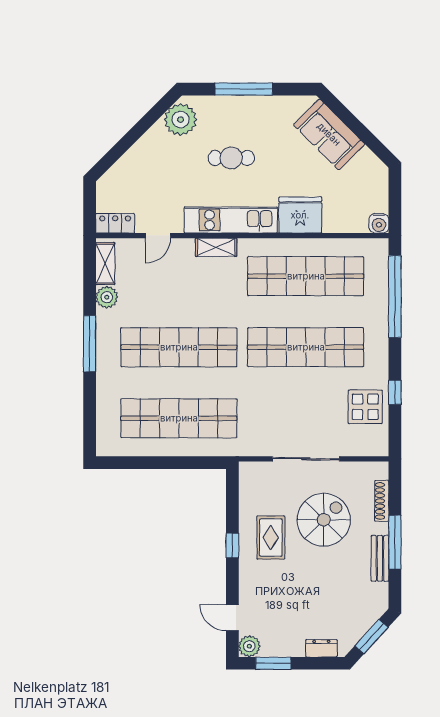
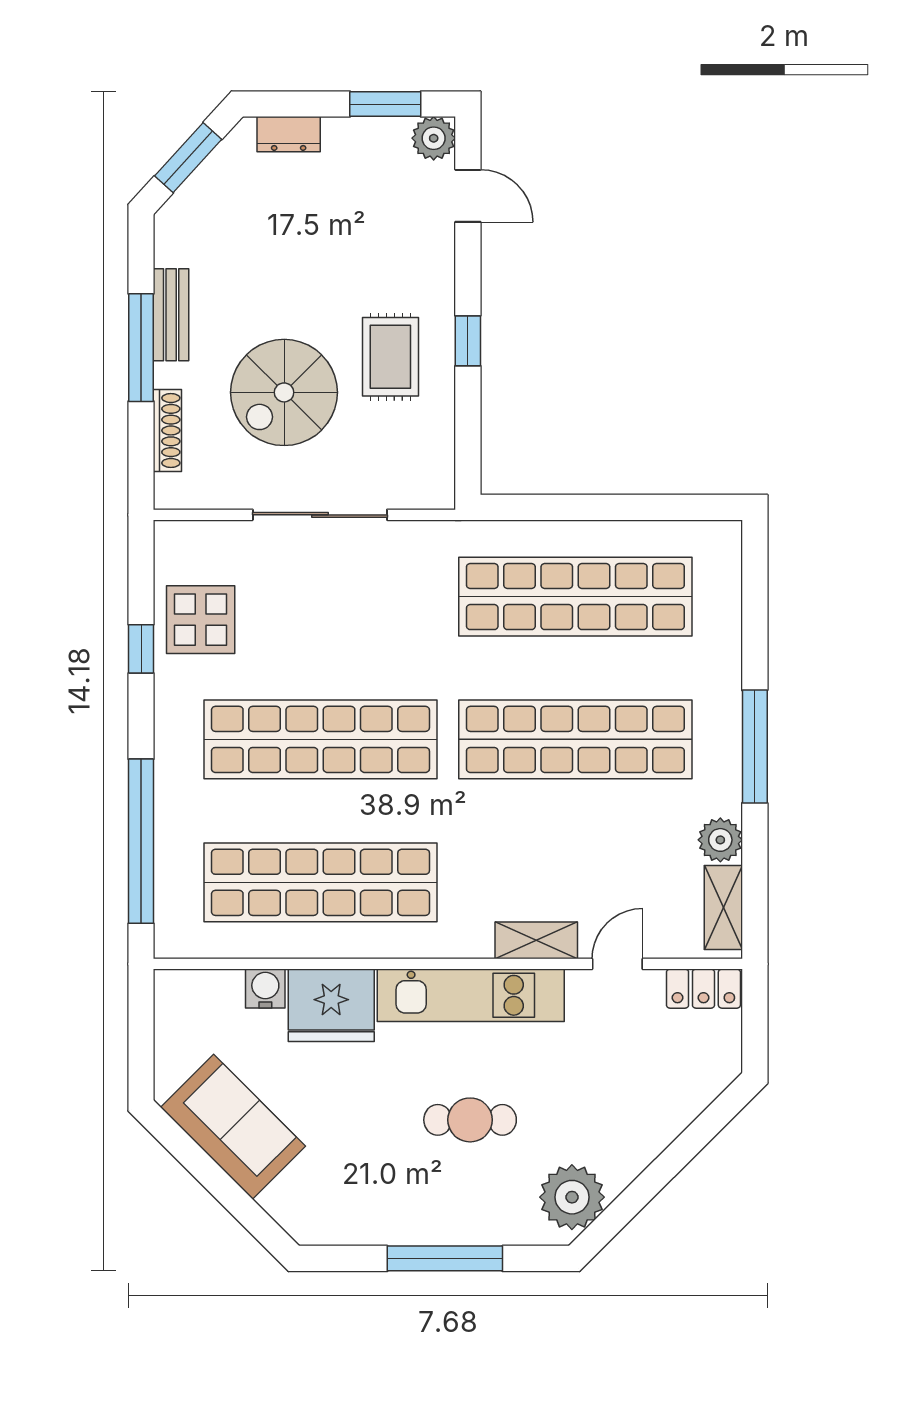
sofa: (329, 134) -> (233, 1127), moved
water cooler: (379, 223) -> (265, 989), moved
shelving: (216, 247) -> (536, 940), moved

